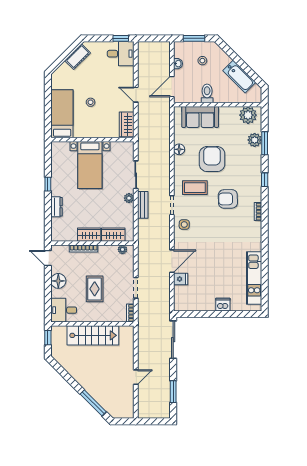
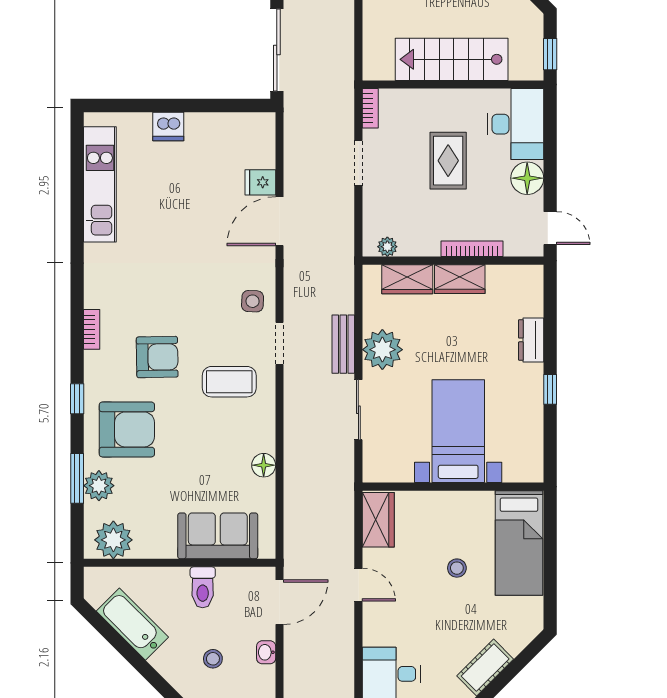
armchair: (212, 159) -> (127, 429), moved, turned -90
plant: (129, 198) -> (382, 350), width x1.88, depth x1.88
desk: (64, 310) -> (516, 124), width x1.37

